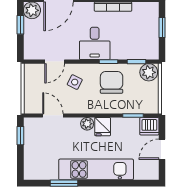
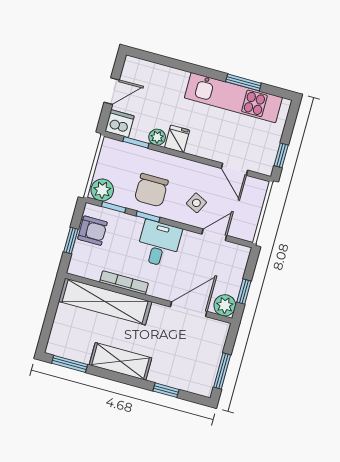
armchair: (148, 40) -> (93, 231), added
plant: (87, 124) -> (157, 137), moved
kitchen unit: (96, 169) -> (233, 98), moved

